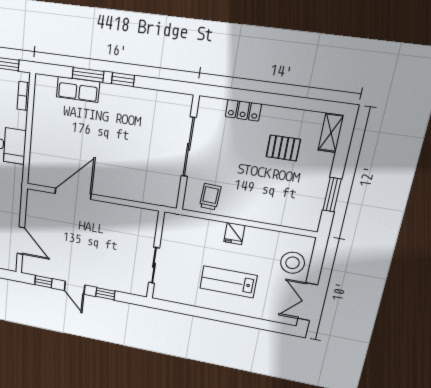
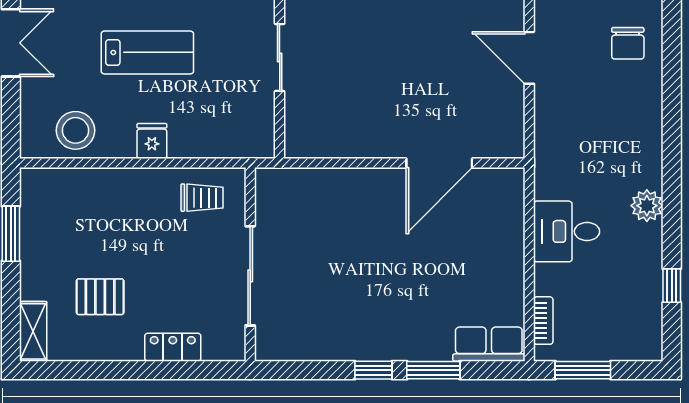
row of seats: (78, 89) -> (489, 344), moved
trolley: (210, 197) -> (202, 198), turned -93
stool: (292, 263) -> (75, 130), moved

